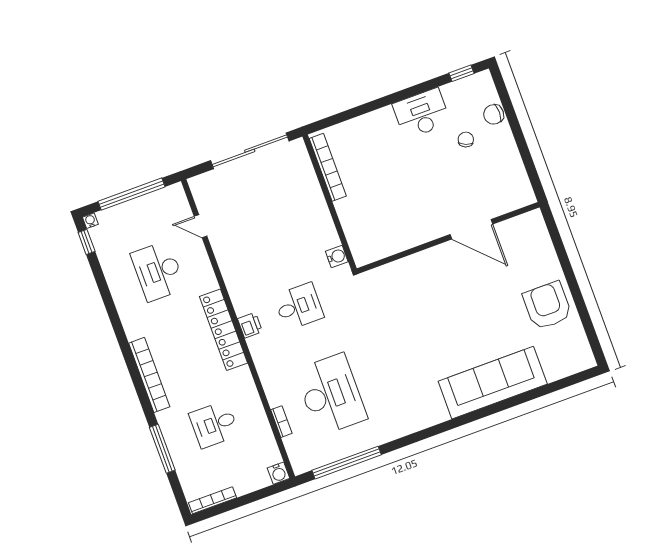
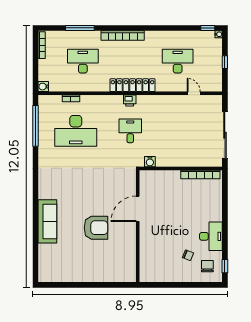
chair: (494, 114) -> (207, 266), moved
window: (131, 194) -> (225, 62), width x0.32
door: (201, 226) -> (194, 93), hinge flipped
door: (471, 229) -> (138, 209), moved
desk: (299, 306) -> (130, 131), turned 180
armchair: (547, 306) -> (96, 228), moved
sofa: (493, 383) -> (47, 221), width x0.74, depth x0.79
desk: (214, 424) -> (83, 61), width x1.37

